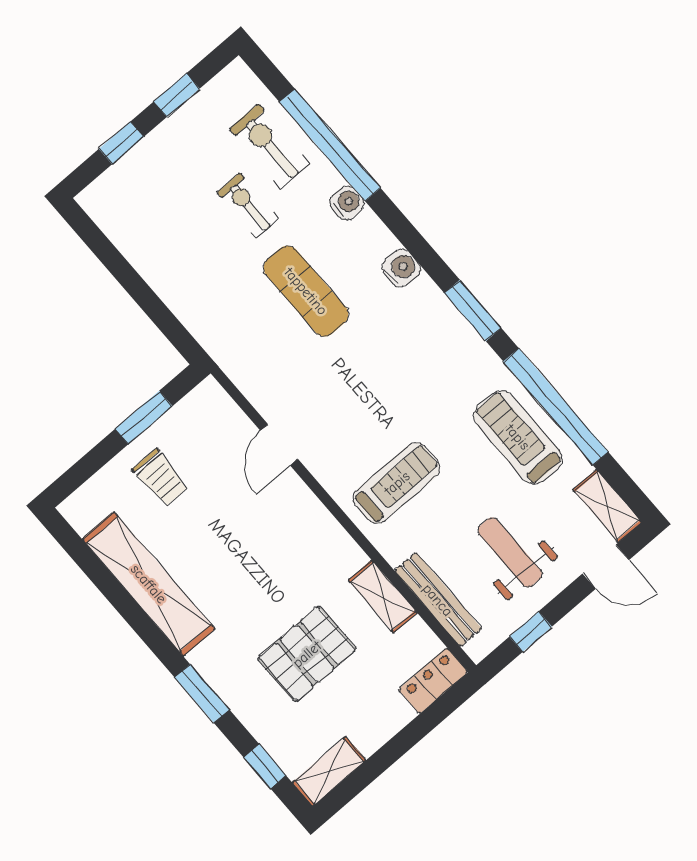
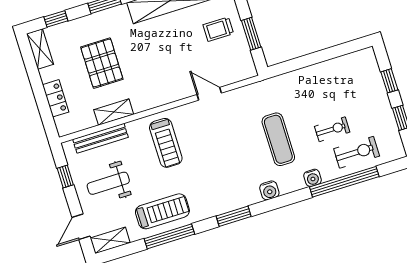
exercise mat: (306, 291) -> (278, 139), turned 90
window: (556, 407) -> (169, 236), width x0.68
weight bench: (510, 552) -> (108, 183), turned 180
locker: (433, 681) -> (56, 98), moved

